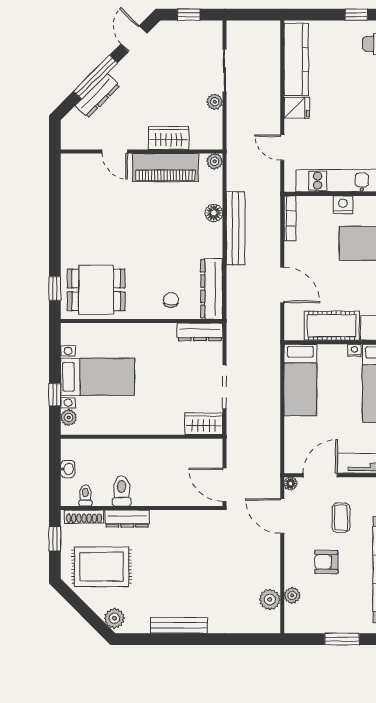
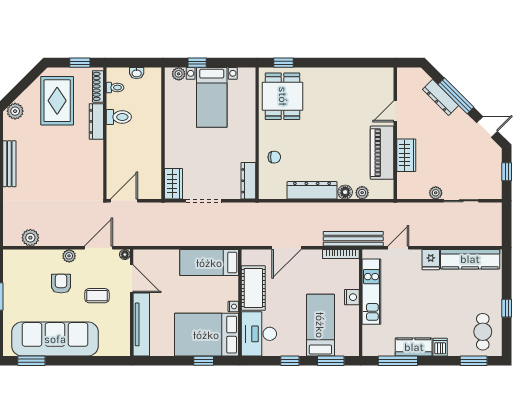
plant: (215, 161) -> (362, 193), moved
bench: (236, 228) -> (353, 239), moved
dresser: (212, 289) -> (312, 190), moved
plant: (292, 596) -> (69, 256), moved

